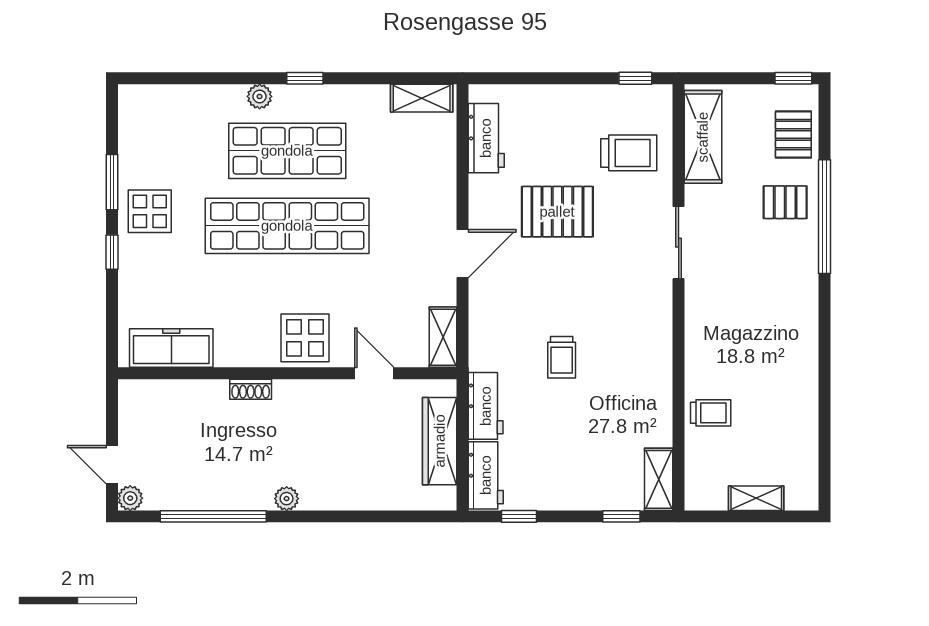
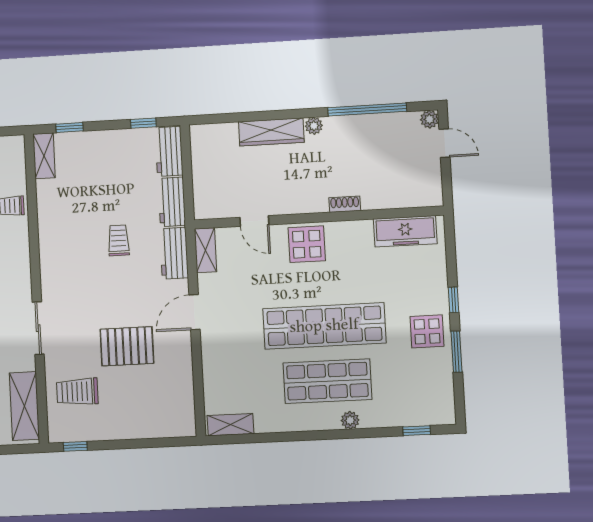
window: (305, 78) -> (417, 431), moved
workbench: (486, 138) -> (174, 253), moved
wardrobe: (440, 441) -> (271, 132), moved, turned 90

